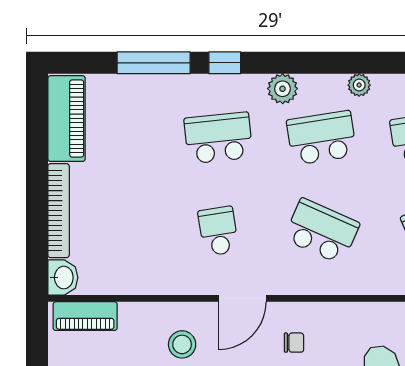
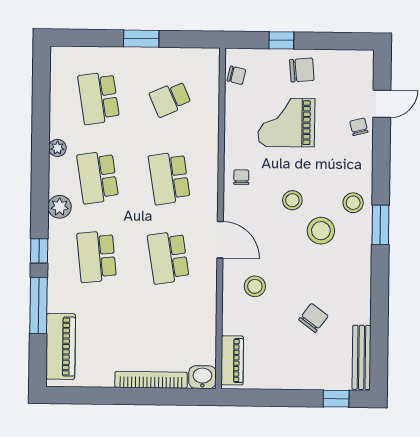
piano: (67, 119) -> (61, 346), moved, turned 90
school desk: (218, 231) -> (168, 257), width x1.85
school desk: (322, 231) -> (169, 178), turned -33
chair: (294, 343) -> (241, 177), moved

